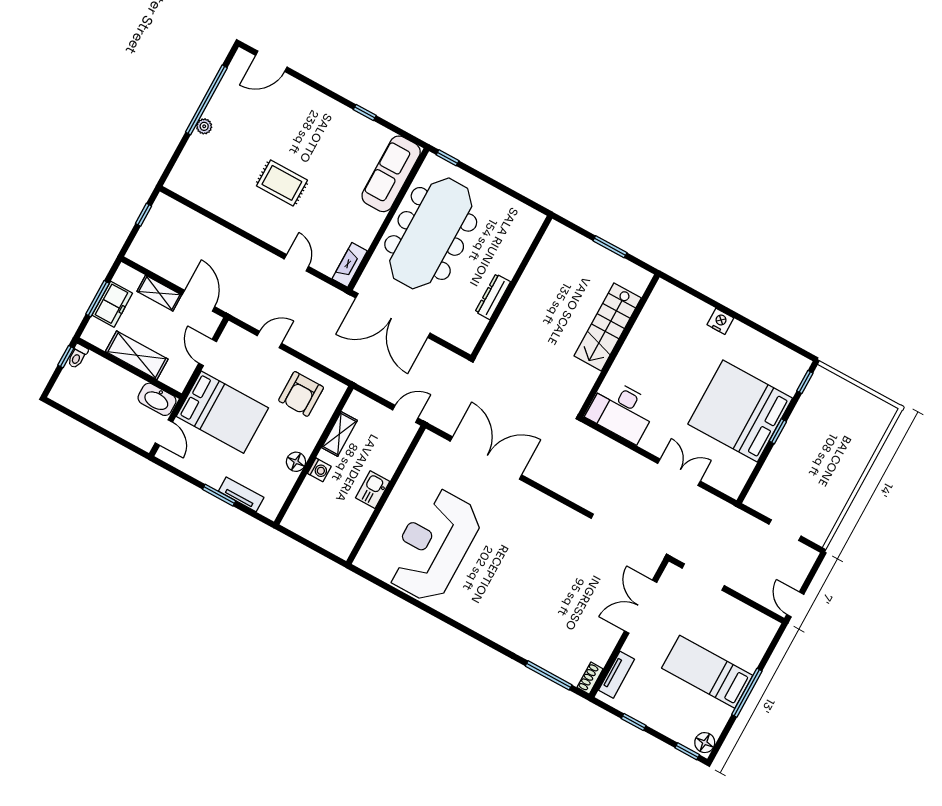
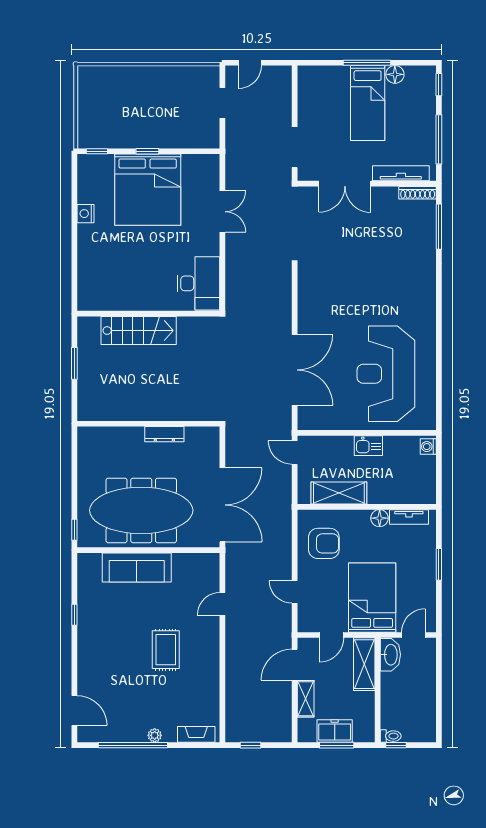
sofa: (391, 174) -> (137, 567), moved
fireplace: (350, 265) -> (196, 734), moved, turned 180
nightstand: (720, 321) -> (86, 214), moved
shelving: (137, 355) -> (364, 664), moved
shelving: (339, 434) -> (339, 493), width x1.50, depth x1.33
double door: (486, 458) -> (295, 370), swing flipped
washing machine: (319, 470) -> (428, 447), moved, turned -90
double door: (679, 472) -> (222, 212), swing flipped
tv unit: (241, 494) -> (409, 517), moved, turned -90
reception desk: (433, 545) -> (386, 374), turned 90
door: (795, 604) -> (250, 63), moved
tv unit: (617, 675) -> (401, 173), width x1.41
shoe rack: (590, 678) -> (418, 193), width x1.43
window: (634, 722) -> (439, 139), width x2.17
floor lamp: (705, 743) -> (395, 74), moved

